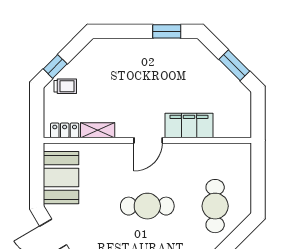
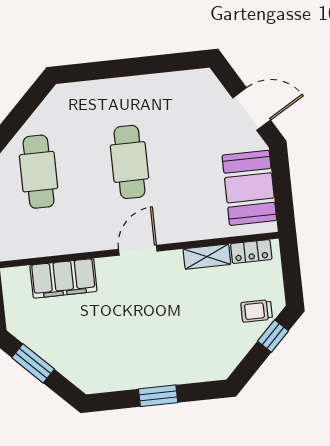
window: (167, 31) -> (158, 396), moved
filing cabinet: (189, 125) -> (63, 278), moved
cafe table: (147, 206) -> (129, 162), turned 90

